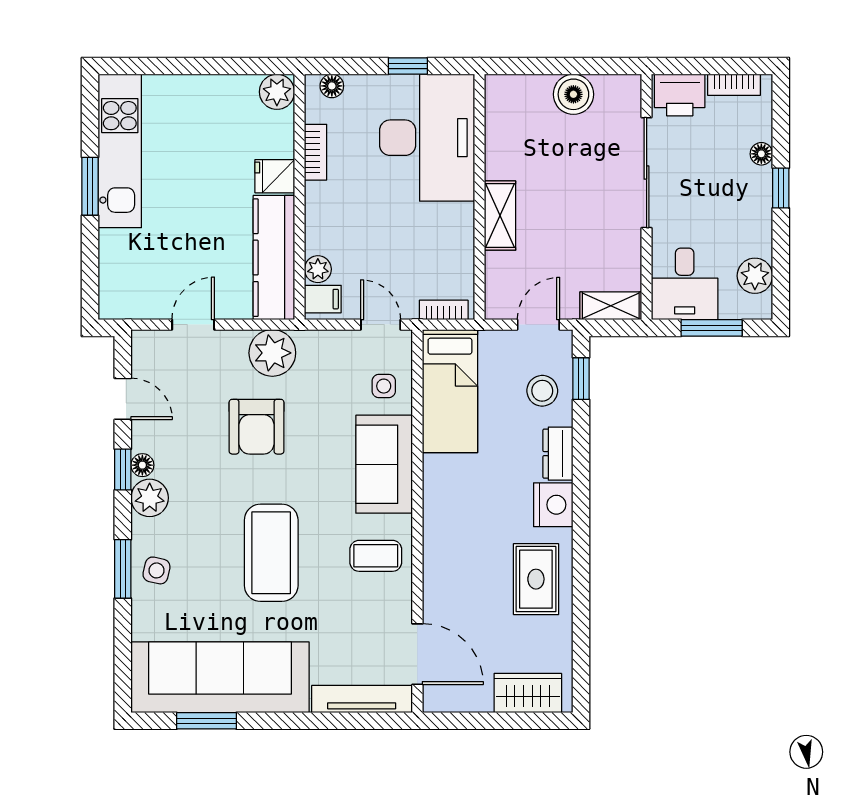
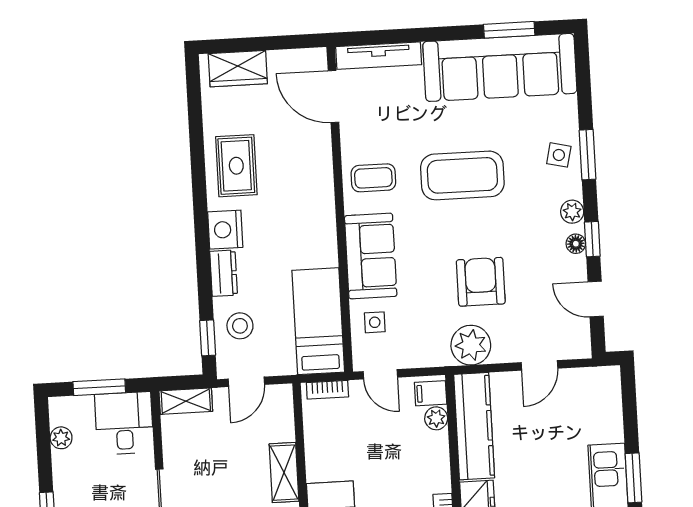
plant: (755, 276) -> (61, 438), width x0.73, depth x0.73
plant: (150, 498) -> (572, 212), width x0.73, depth x0.73
coffee table: (271, 553) -> (462, 175), turned 90

